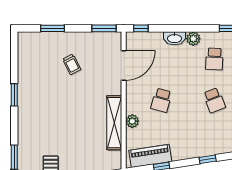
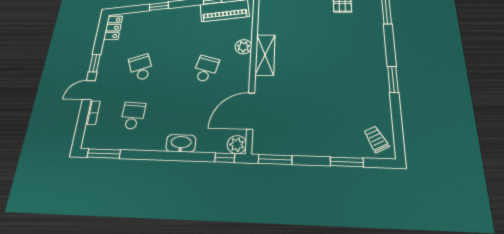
plant: (193, 39) -> (237, 145), moved
trolley: (72, 64) -> (376, 139), moved
shelving: (114, 123) -> (265, 55), width x0.68

